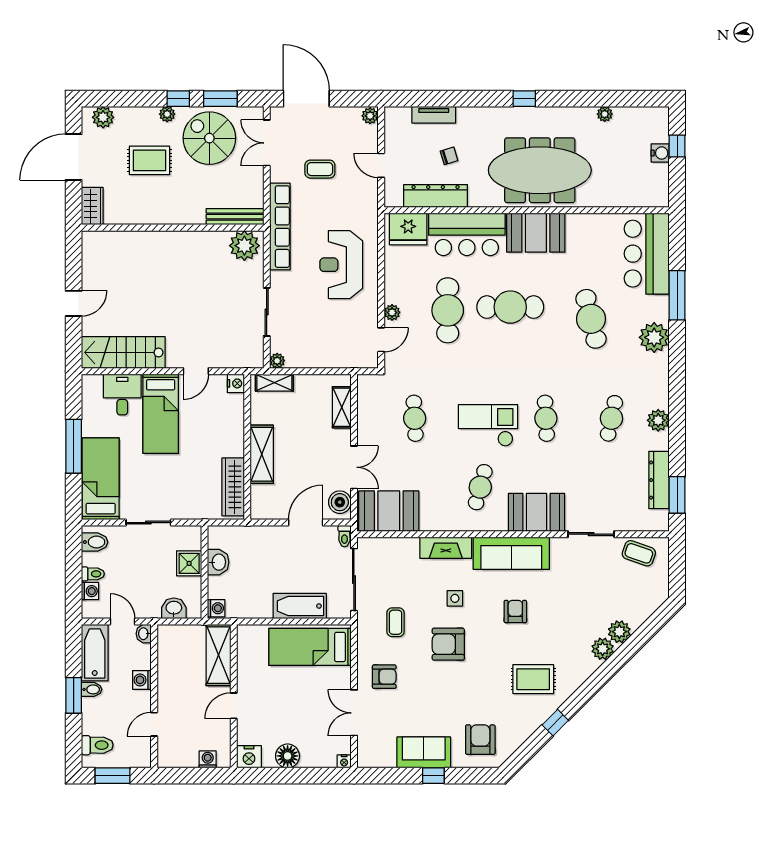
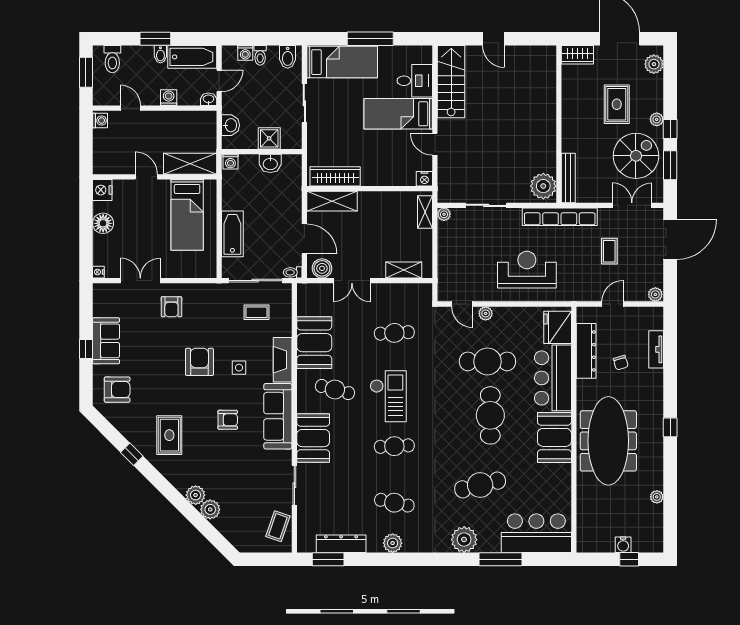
shelving: (262, 454) -> (332, 201), moved
booth: (389, 511) -> (314, 343), moved
coffee table: (396, 622) -> (256, 312), moved
bed: (310, 647) -> (187, 215), moved, turned 180
washing machine: (208, 759) -> (100, 121), moved

